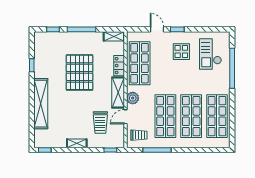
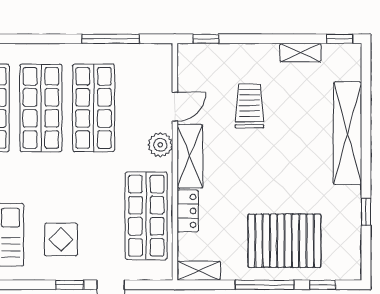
pallet: (79, 72) -> (284, 241), moved, turned 90
trolley: (100, 123) -> (249, 106), moved
trolley: (139, 135) -> (148, 69), removed
shelving: (77, 143) -> (300, 52), moved

